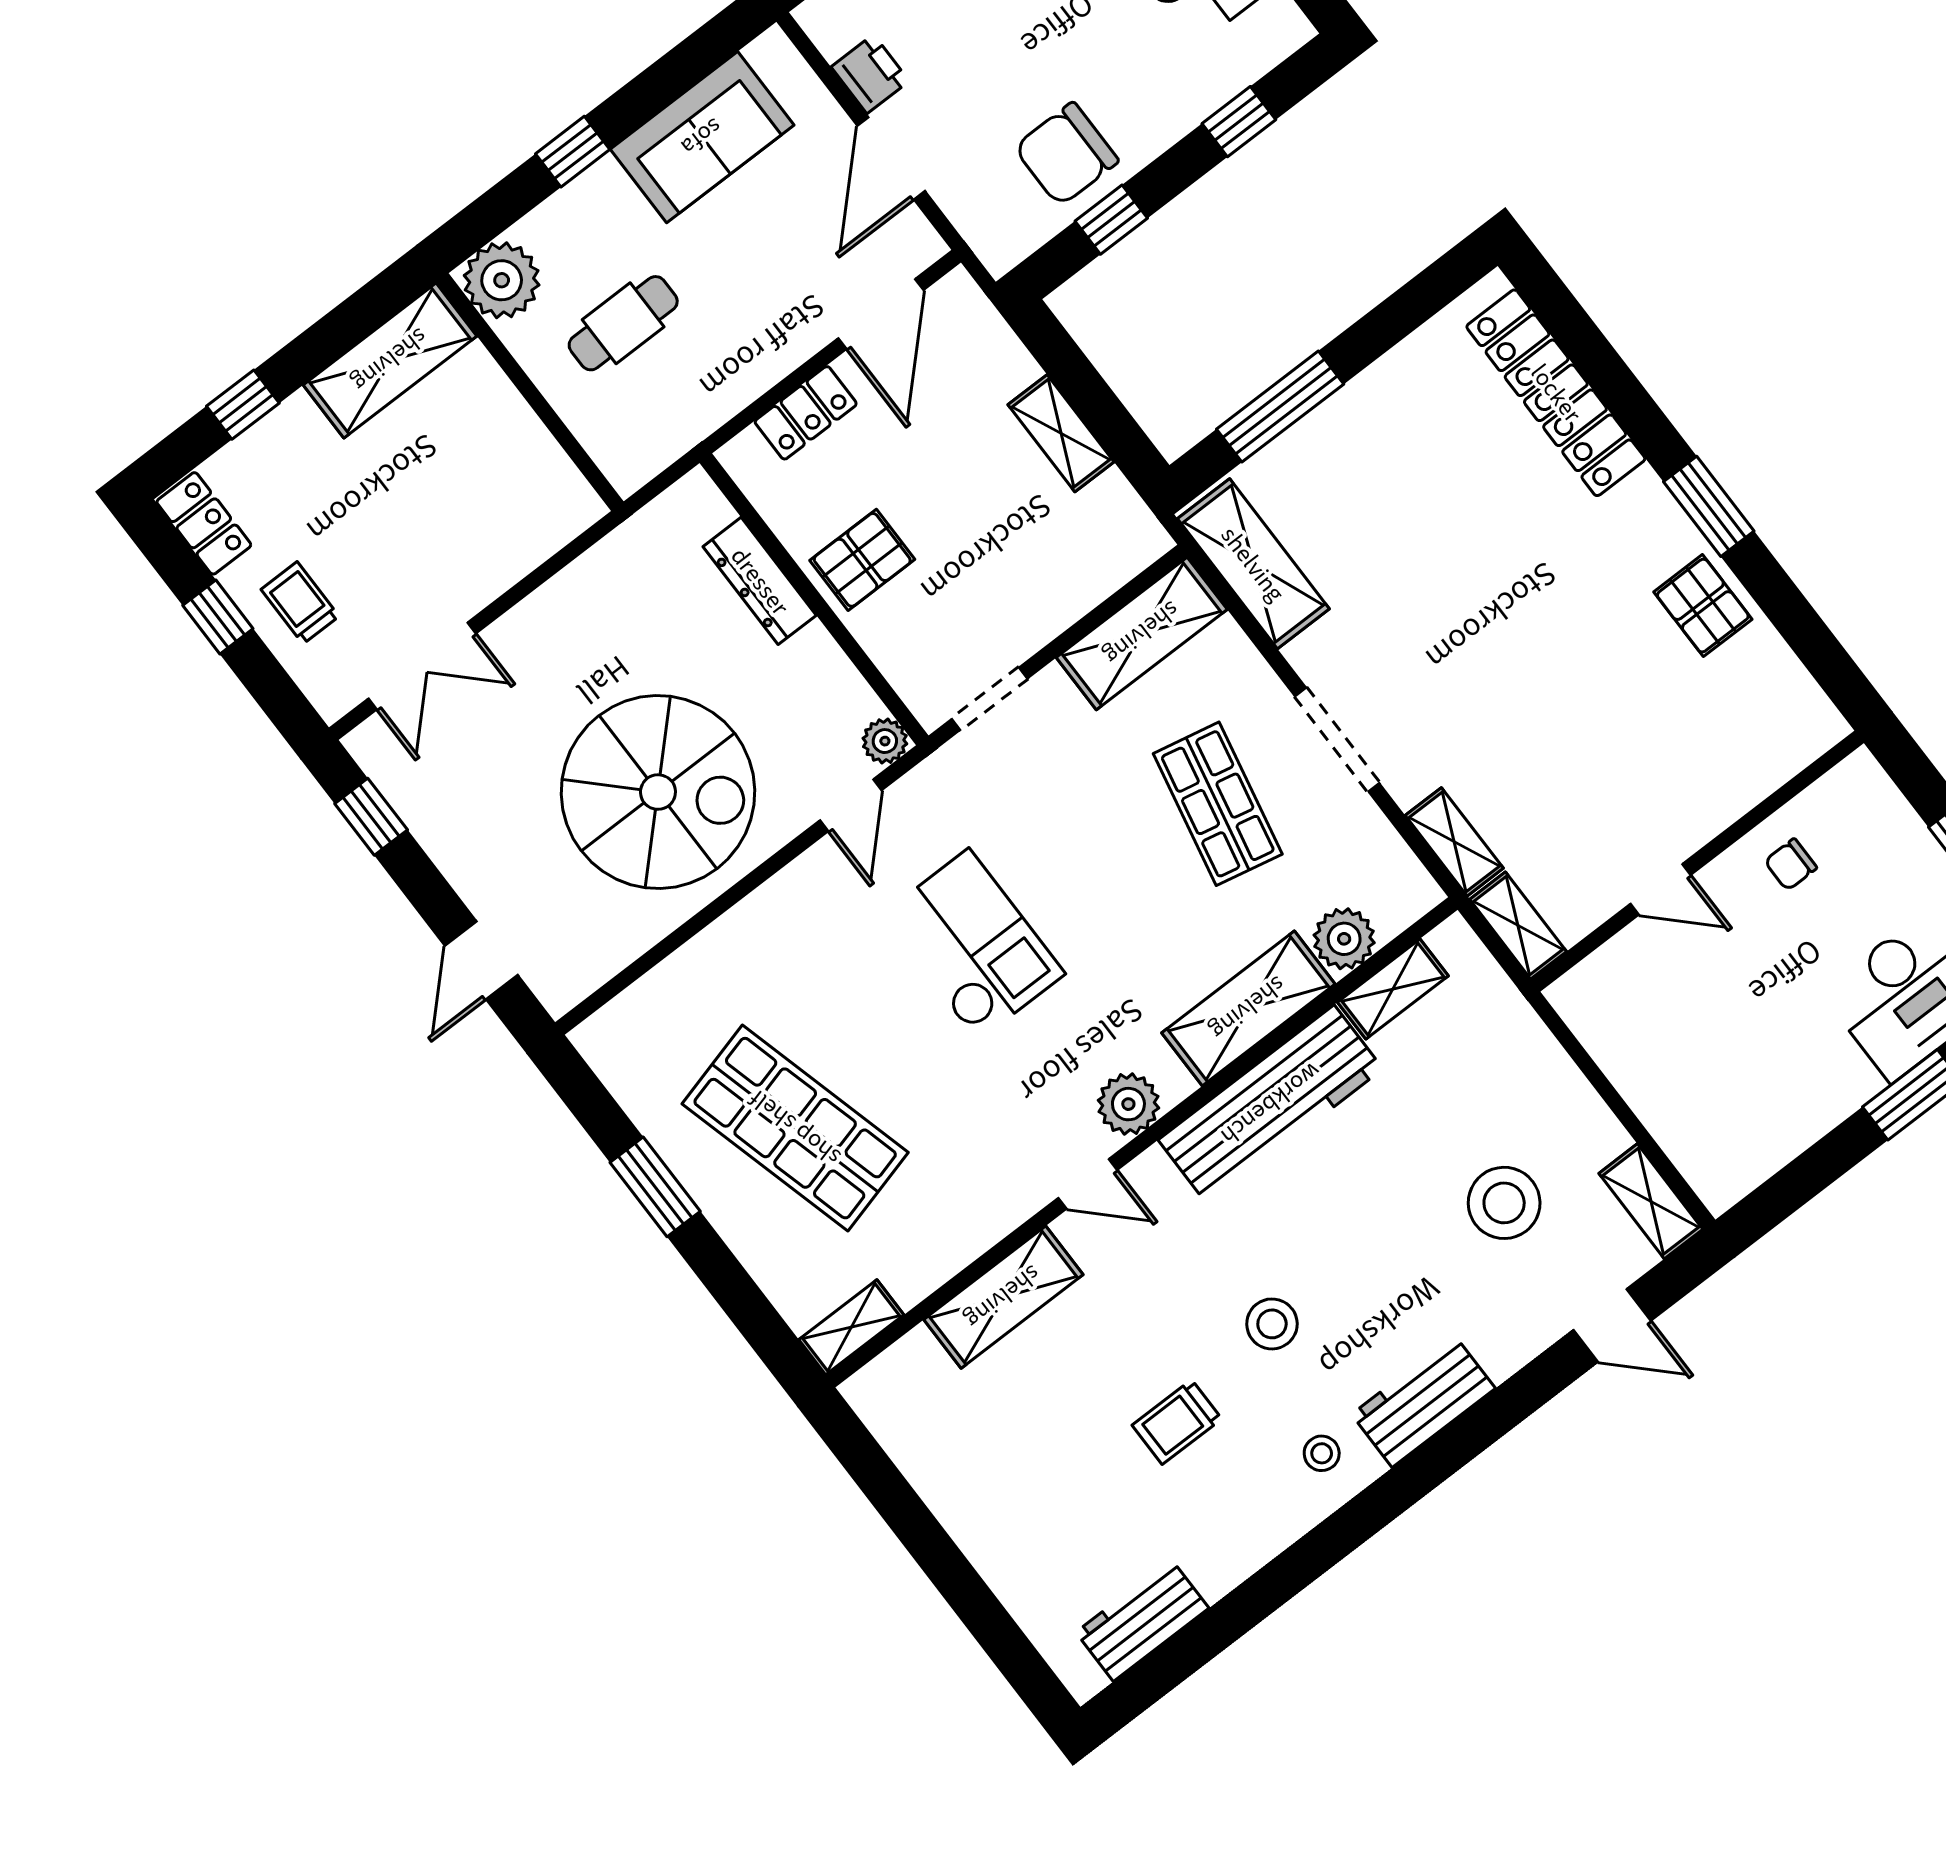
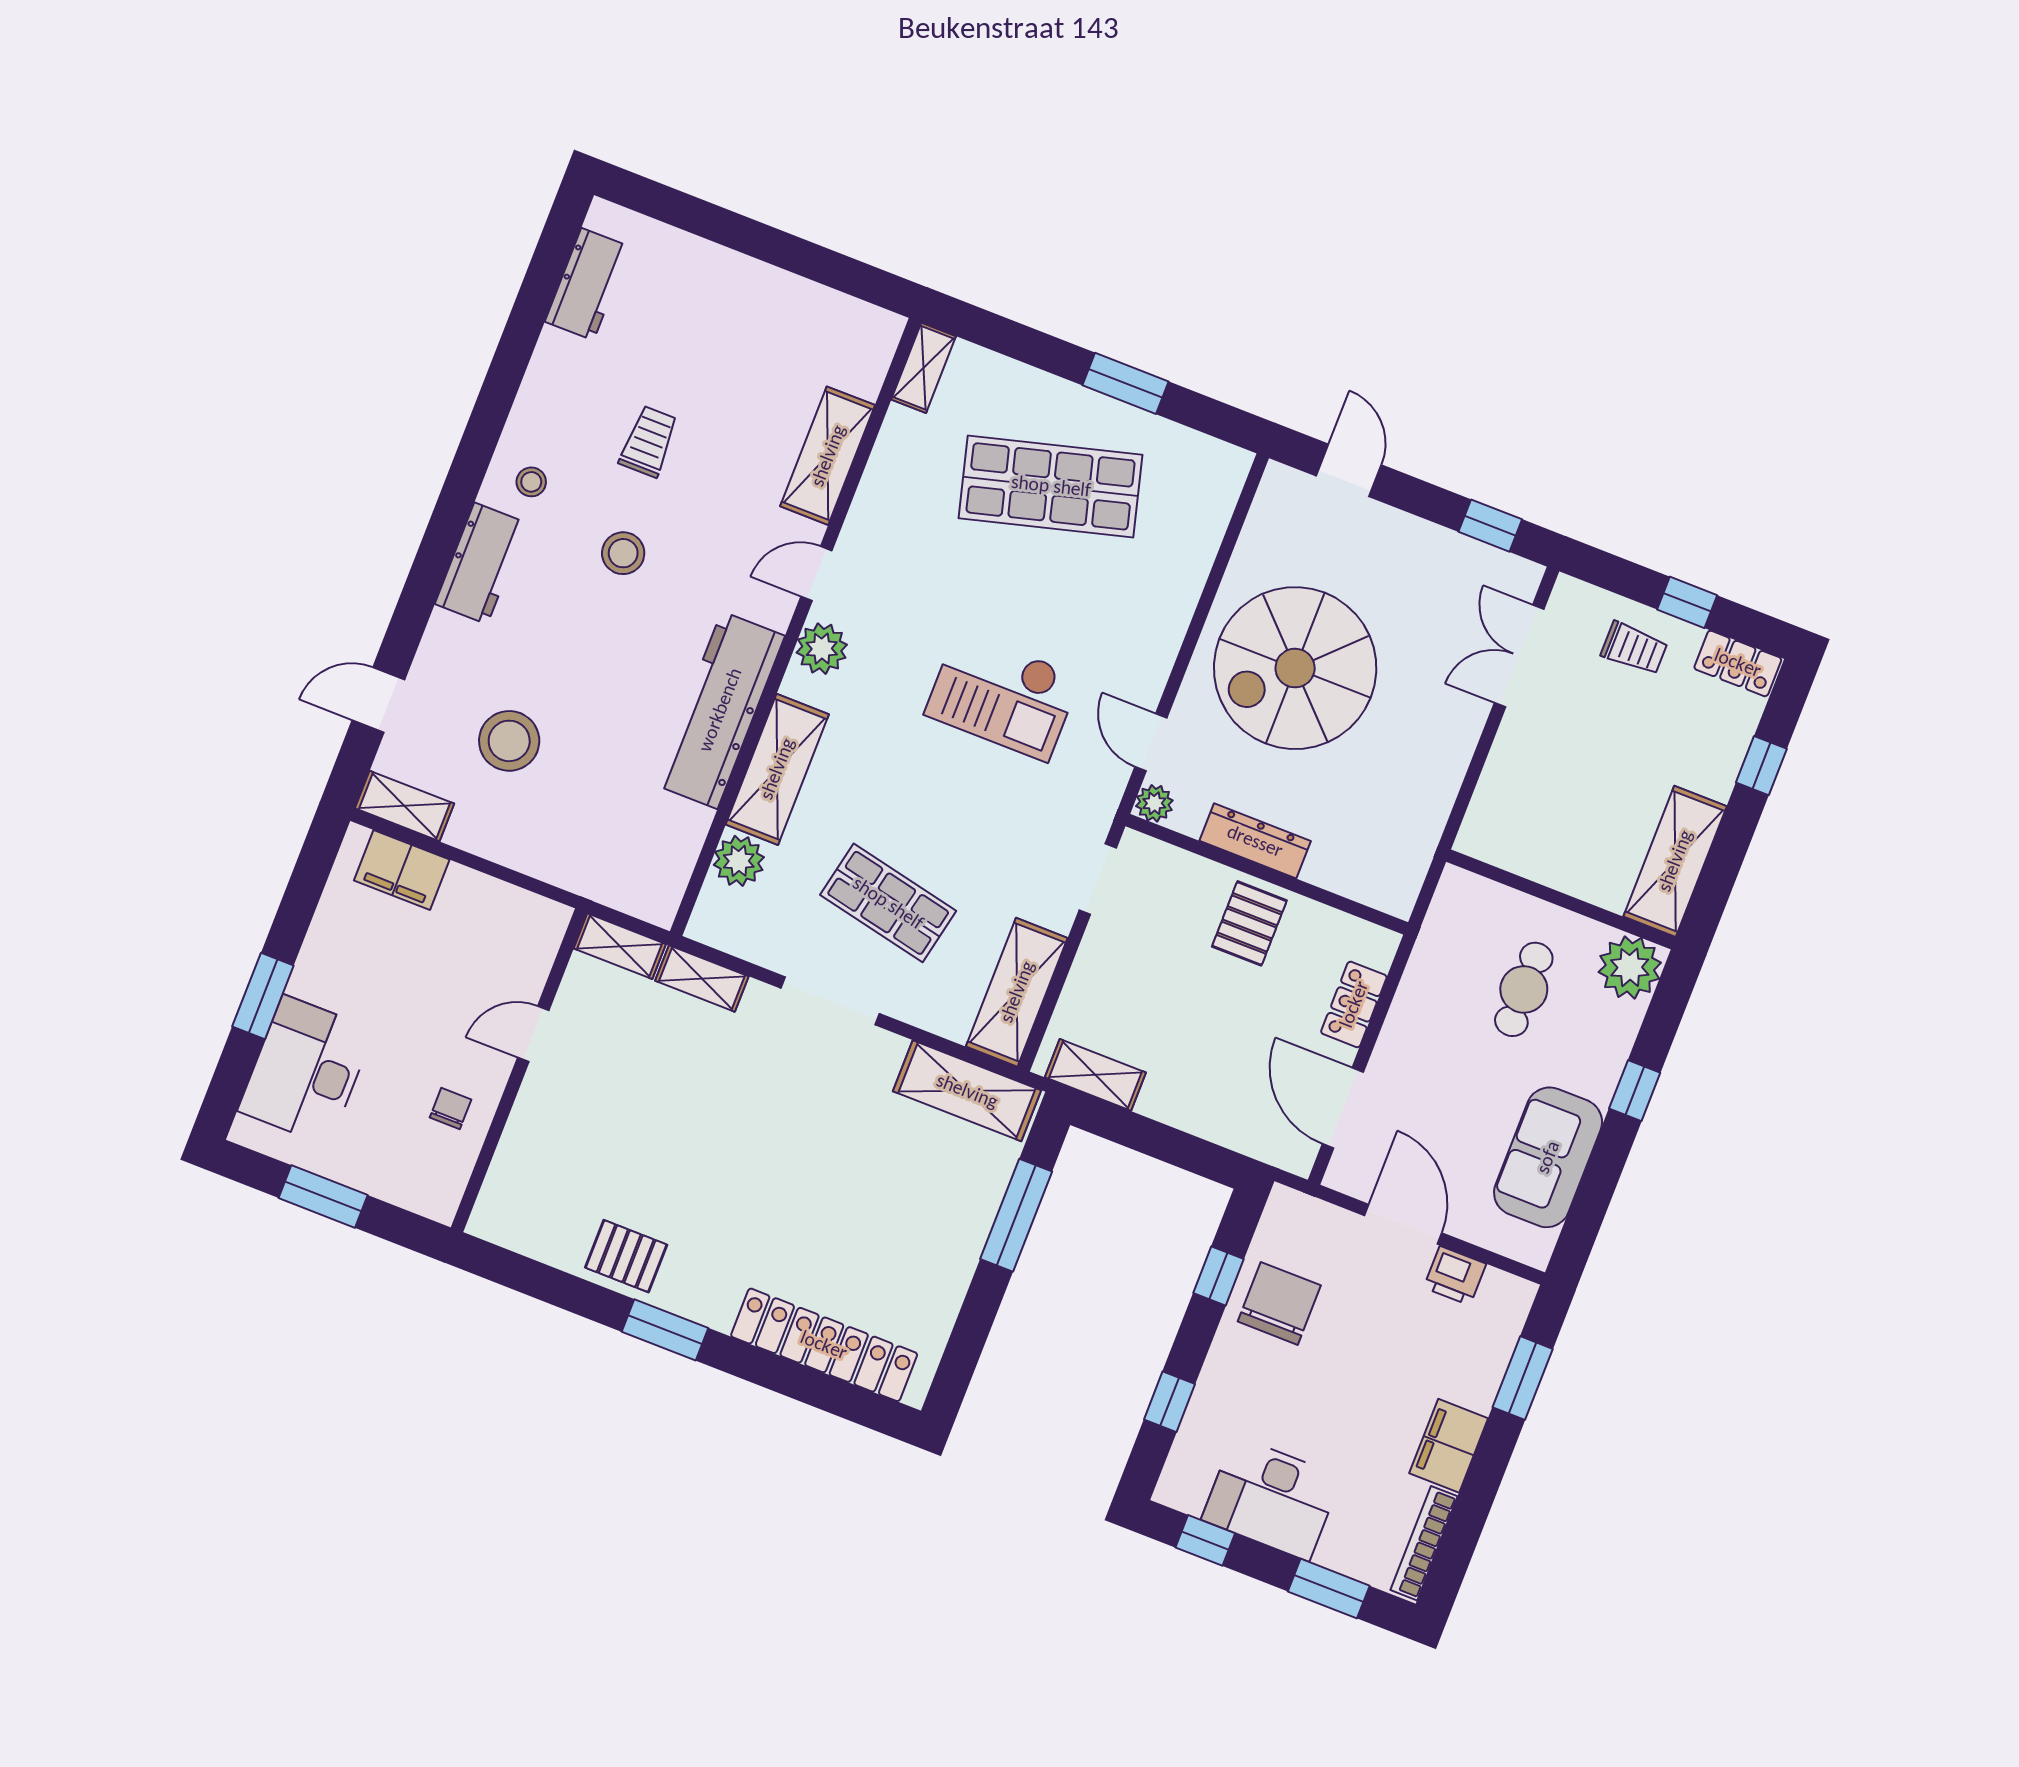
shelving: (1061, 433) -> (1095, 1075), moved
dresser: (760, 581) -> (1255, 841), moved
shelving: (1393, 989) -> (682, 846), removed
filing cabinet: (1693, 1138) -> (402, 870), added

